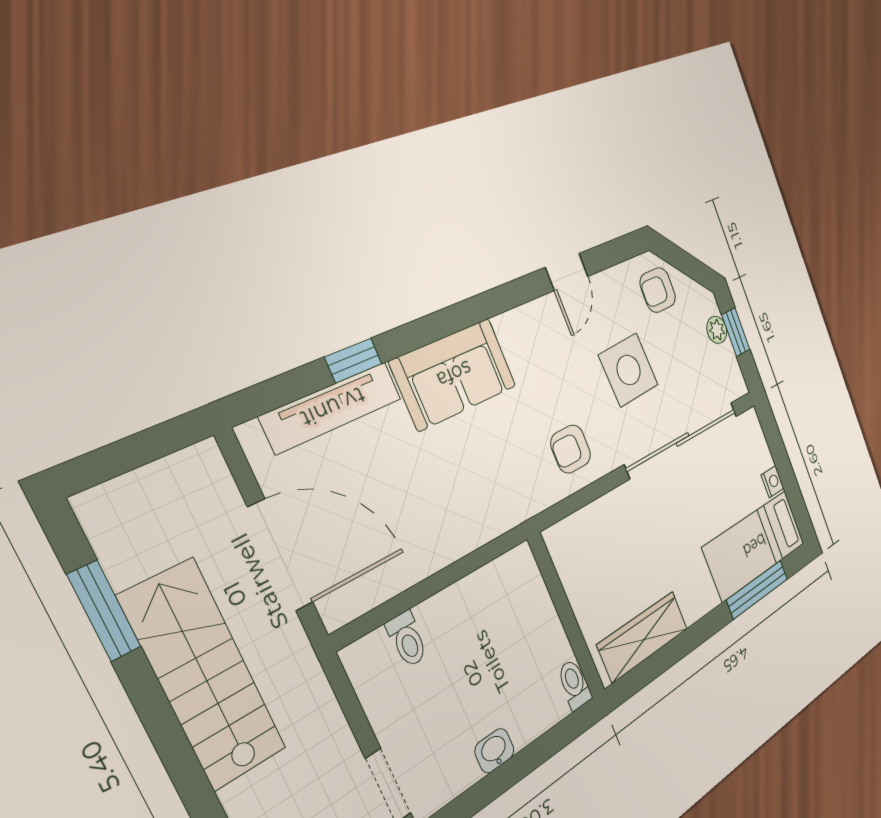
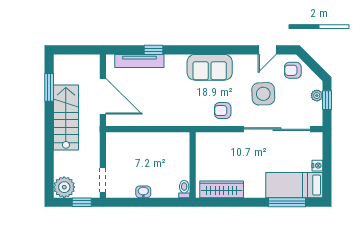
door: (567, 272) -> (267, 50), moved
sofa: (454, 374) -> (210, 67), moved
toilet: (407, 639) -> (130, 141), removed

